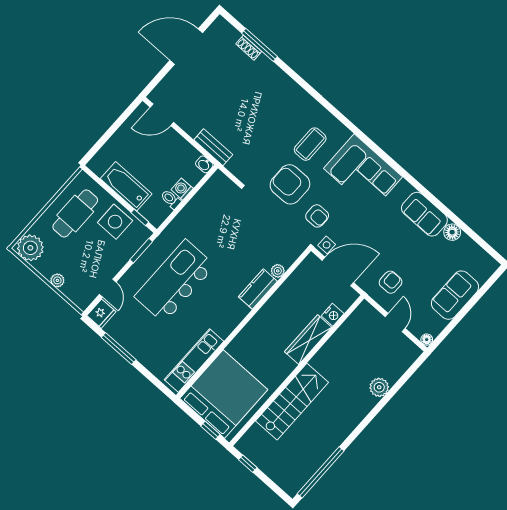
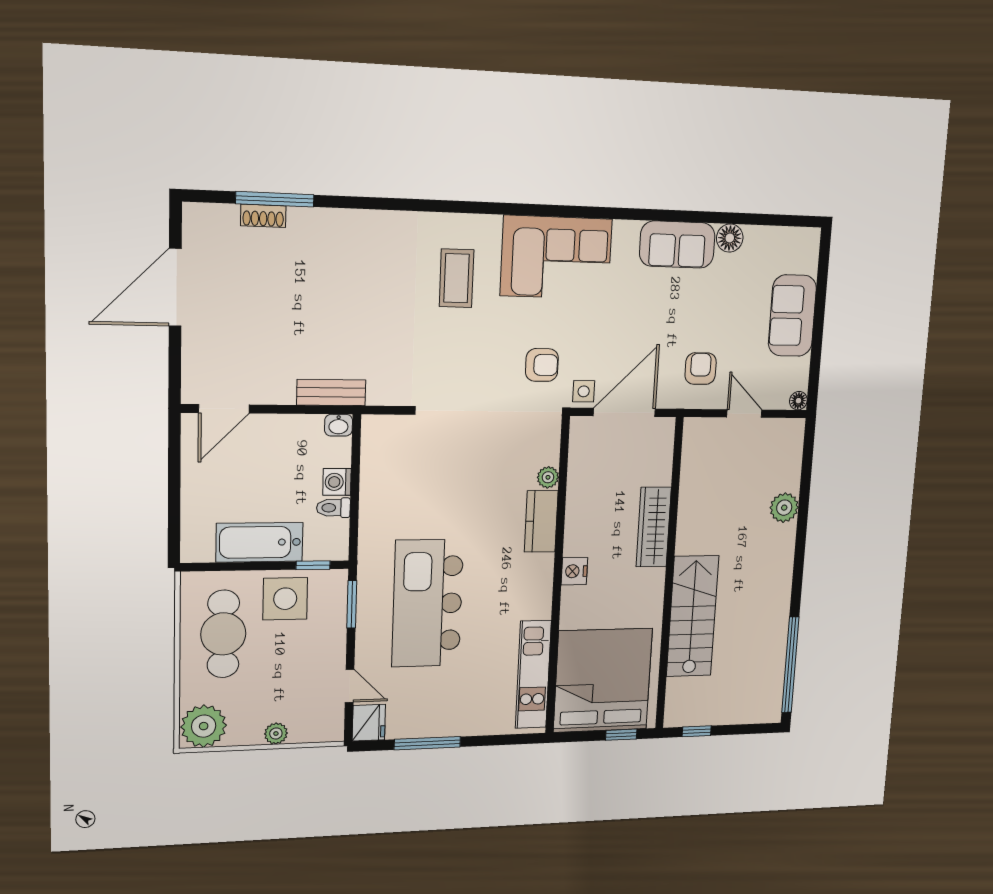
armchair: (290, 184) -> (474, 354), removed
nightstand: (333, 315) -> (574, 571), moved, turned 180

